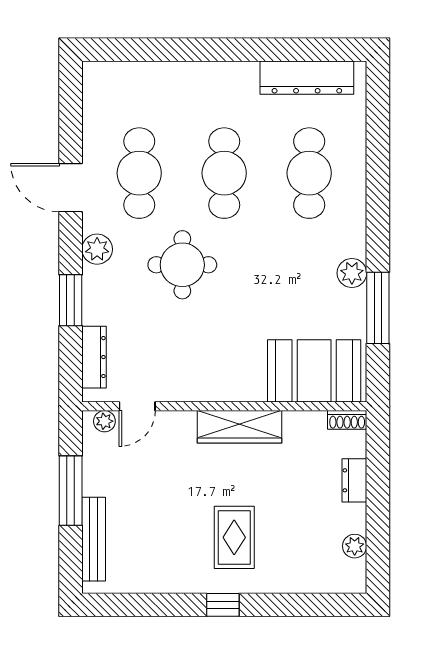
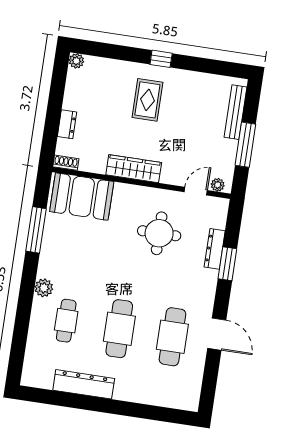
dresser: (307, 78) -> (84, 384), moved
cafe table: (309, 173) -> (66, 321), width x0.73, depth x0.74
plant: (97, 249) -> (206, 293), removed
round table: (182, 265) -> (159, 233), moved
plant: (352, 273) -> (44, 288), moved
dresser: (94, 357) -> (215, 249), moved
plant: (355, 546) -> (76, 61), moved

